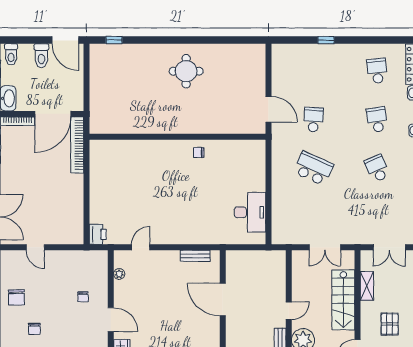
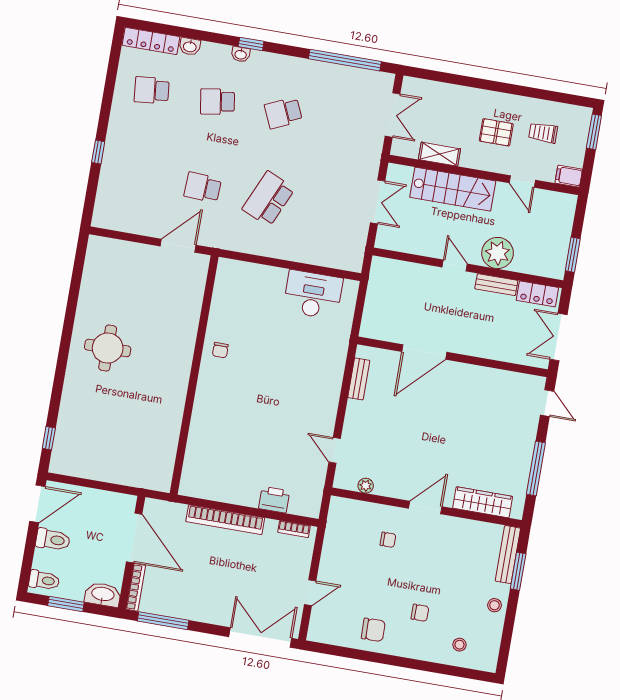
bookcase: (77, 145) -> (225, 520), moved
bookcase: (79, 228) -> (294, 529), added
printer: (98, 234) -> (274, 500), moved

